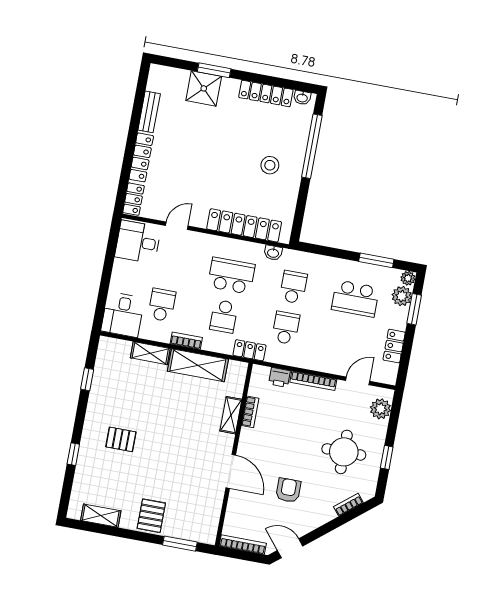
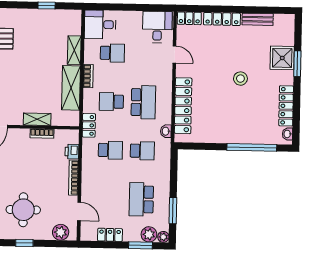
stool: (270, 165) -> (240, 79), moved

